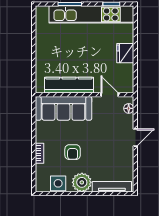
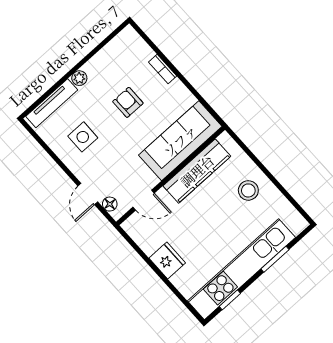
stool: (52, 52) -> (248, 190), added
door: (135, 137) -> (88, 194), moved
plant: (82, 182) -> (79, 78), width x0.53, depth x0.53
side table: (58, 183) -> (83, 137), moved

